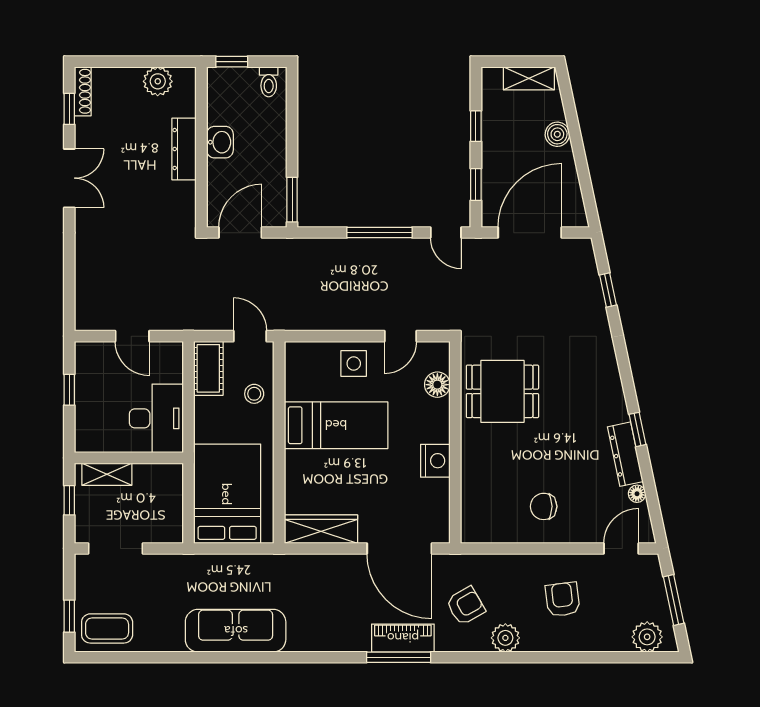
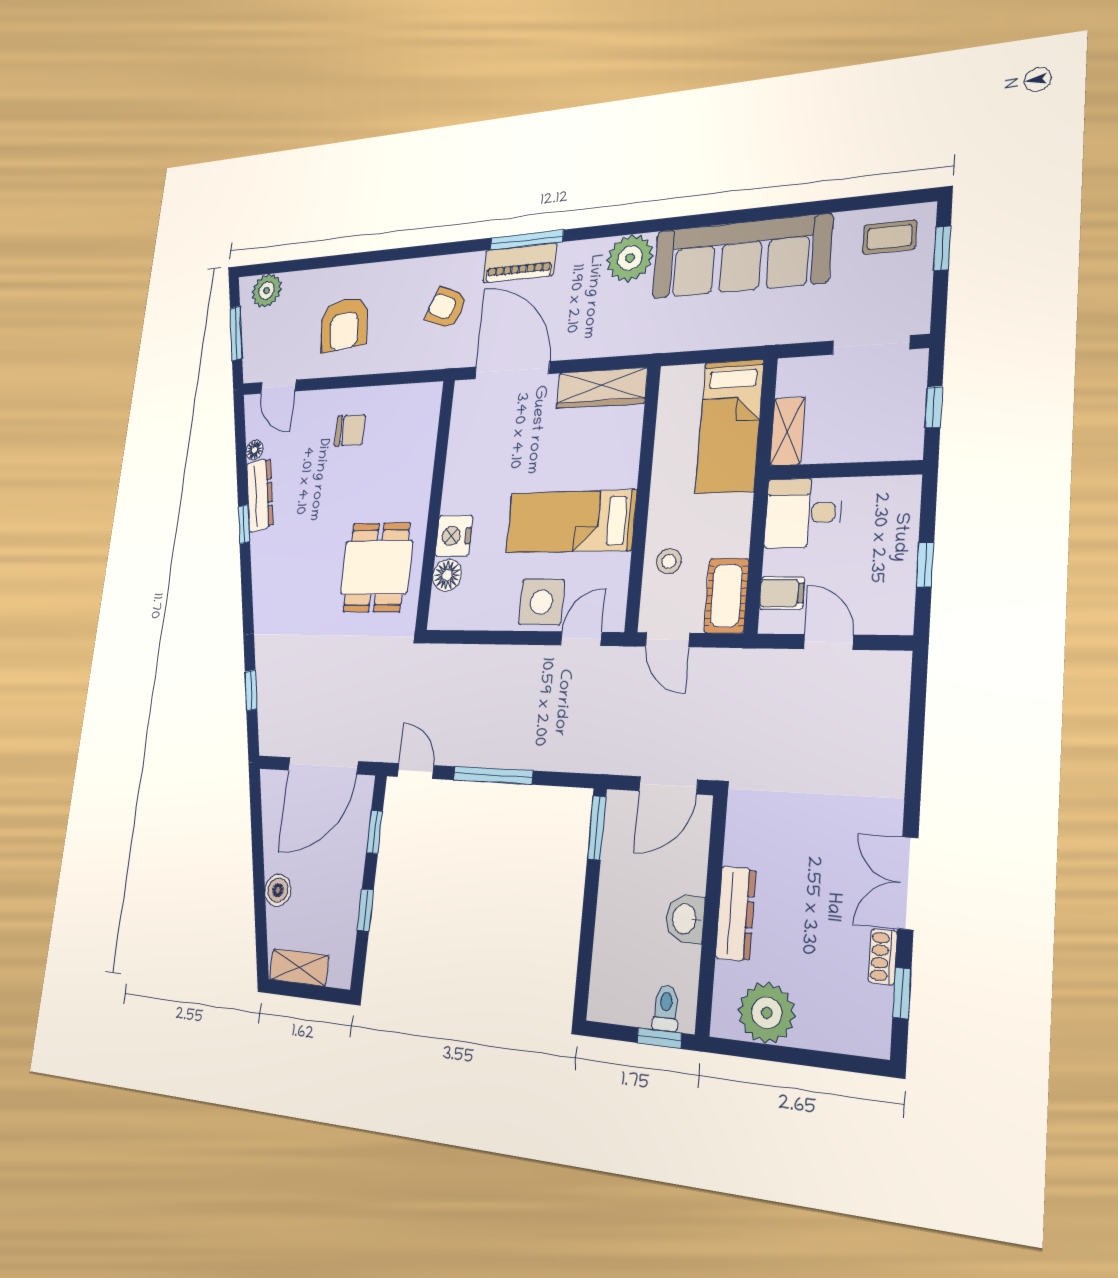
plant: (158, 81) -> (767, 1013), width x1.36, depth x1.36
toilet: (269, 82) -> (666, 1008), moved
shoe rack: (83, 91) -> (883, 957), moved, width x0.70
door: (400, 336) -> (581, 639), moved
side table: (354, 364) -> (541, 602), width x1.37, depth x1.37
filing cabinet: (168, 370) -> (782, 593), added
dining table: (502, 391) -> (376, 567), turned 90
desk: (156, 418) -> (803, 513), width x0.73
nightstand: (435, 461) -> (454, 536), moved
shelving: (107, 474) -> (787, 431), moved, turned 90
bed: (227, 494) -> (729, 426), width x0.67
door: (621, 548) -> (278, 387), hinge flipped
armchair: (563, 599) -> (344, 324), width x1.38, depth x1.38
armchair: (466, 606) -> (446, 308), turned 51
coffee table: (107, 628) -> (889, 237), width x0.73, depth x0.77
sofa: (236, 631) -> (741, 257), width x1.36, depth x1.27
plant: (505, 638) -> (630, 258), moved, width x1.36, depth x1.36

